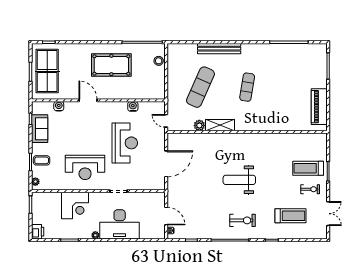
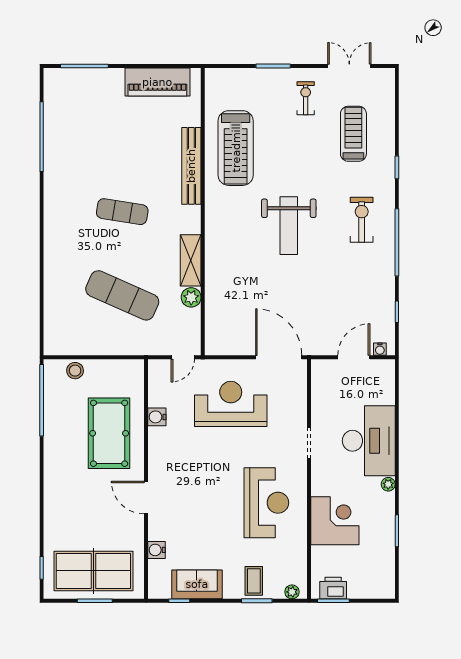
bench: (219, 49) -> (191, 166), moved
pool table: (111, 65) -> (109, 433), moved
door: (88, 100) -> (146, 498), hinge flipped
reception desk: (125, 143) -> (231, 404), moved
door: (166, 164) -> (279, 357), moved
treadmill: (308, 168) -> (236, 148), moved, width x1.37, depth x1.38
printer: (38, 232) -> (333, 588), moved

